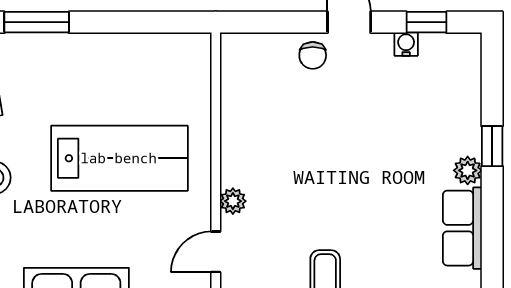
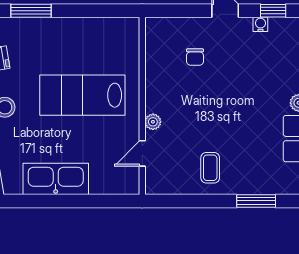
chair: (313, 55) -> (195, 57), moved
lab bench: (119, 158) -> (82, 95), turned 180

